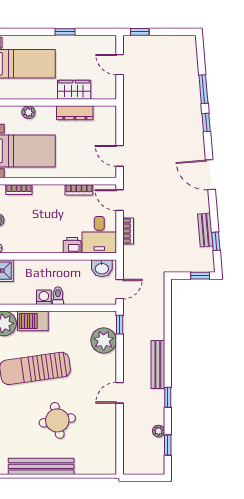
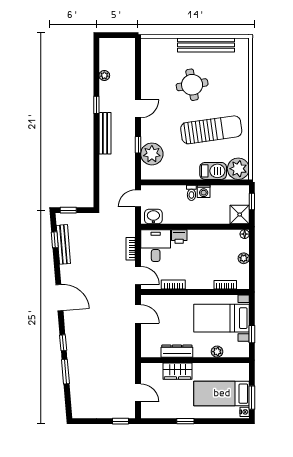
bench: (205, 230) -> (63, 244), width x1.36
window: (120, 325) -> (138, 145), moved
window: (168, 445) -> (96, 63), removed

